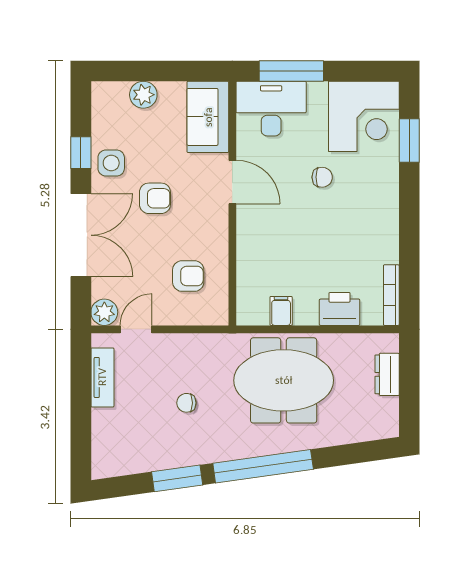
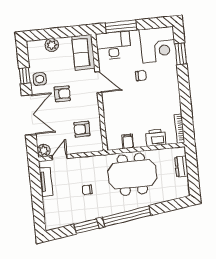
armchair: (188, 276) -> (82, 129), turned 180

